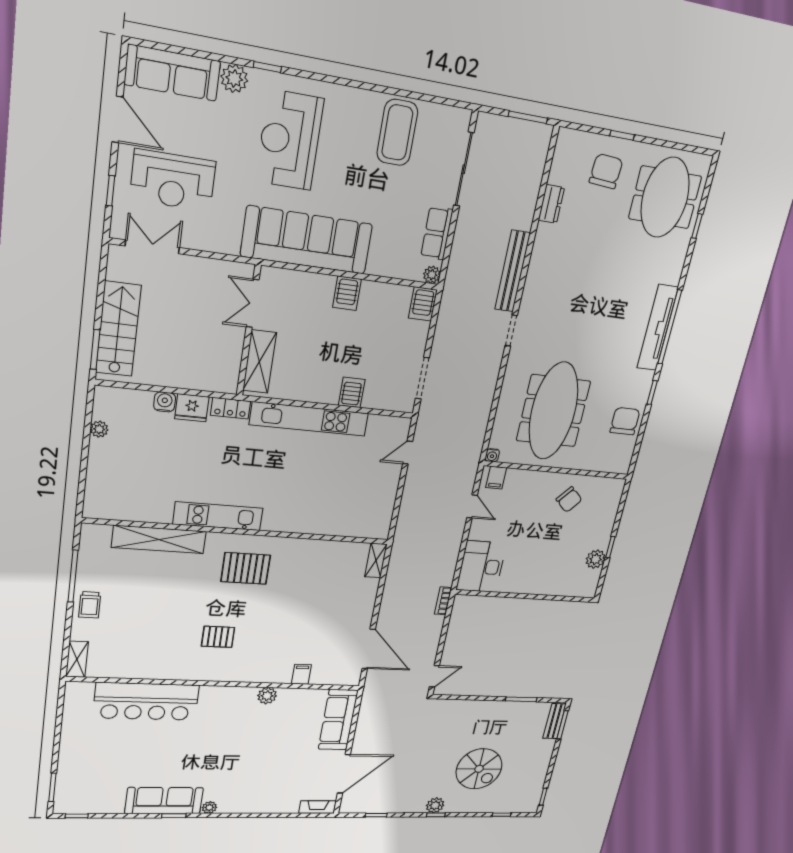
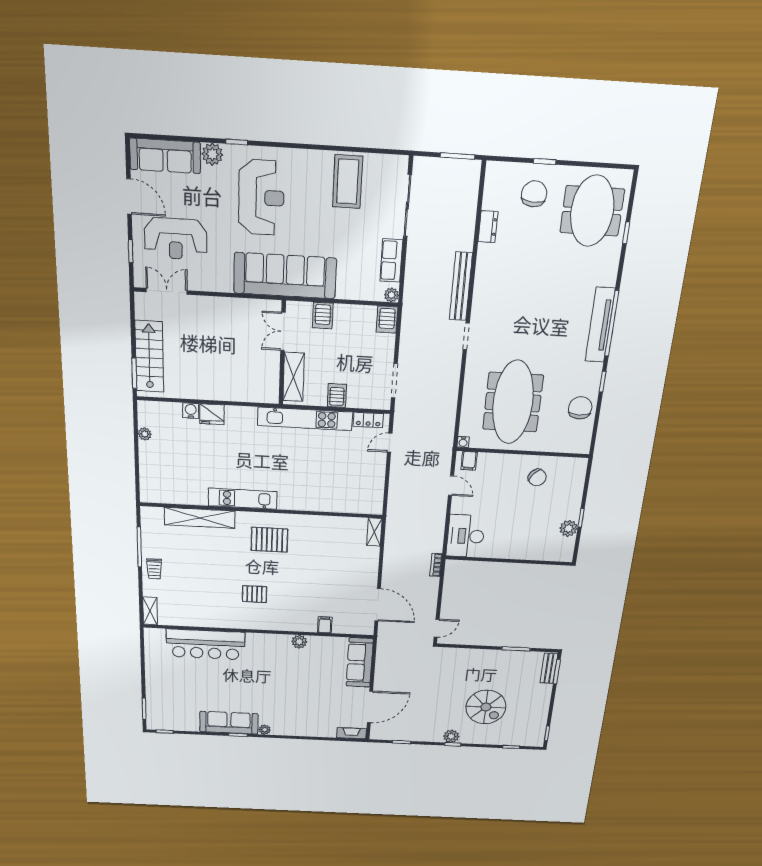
reception desk: (290, 140) -> (261, 198), turned 180
double door: (253, 303) -> (283, 331), moved
wall: (249, 331) -> (282, 353), moved
shelving: (260, 362) -> (294, 377), moved
locker: (231, 408) -> (368, 420), moved

